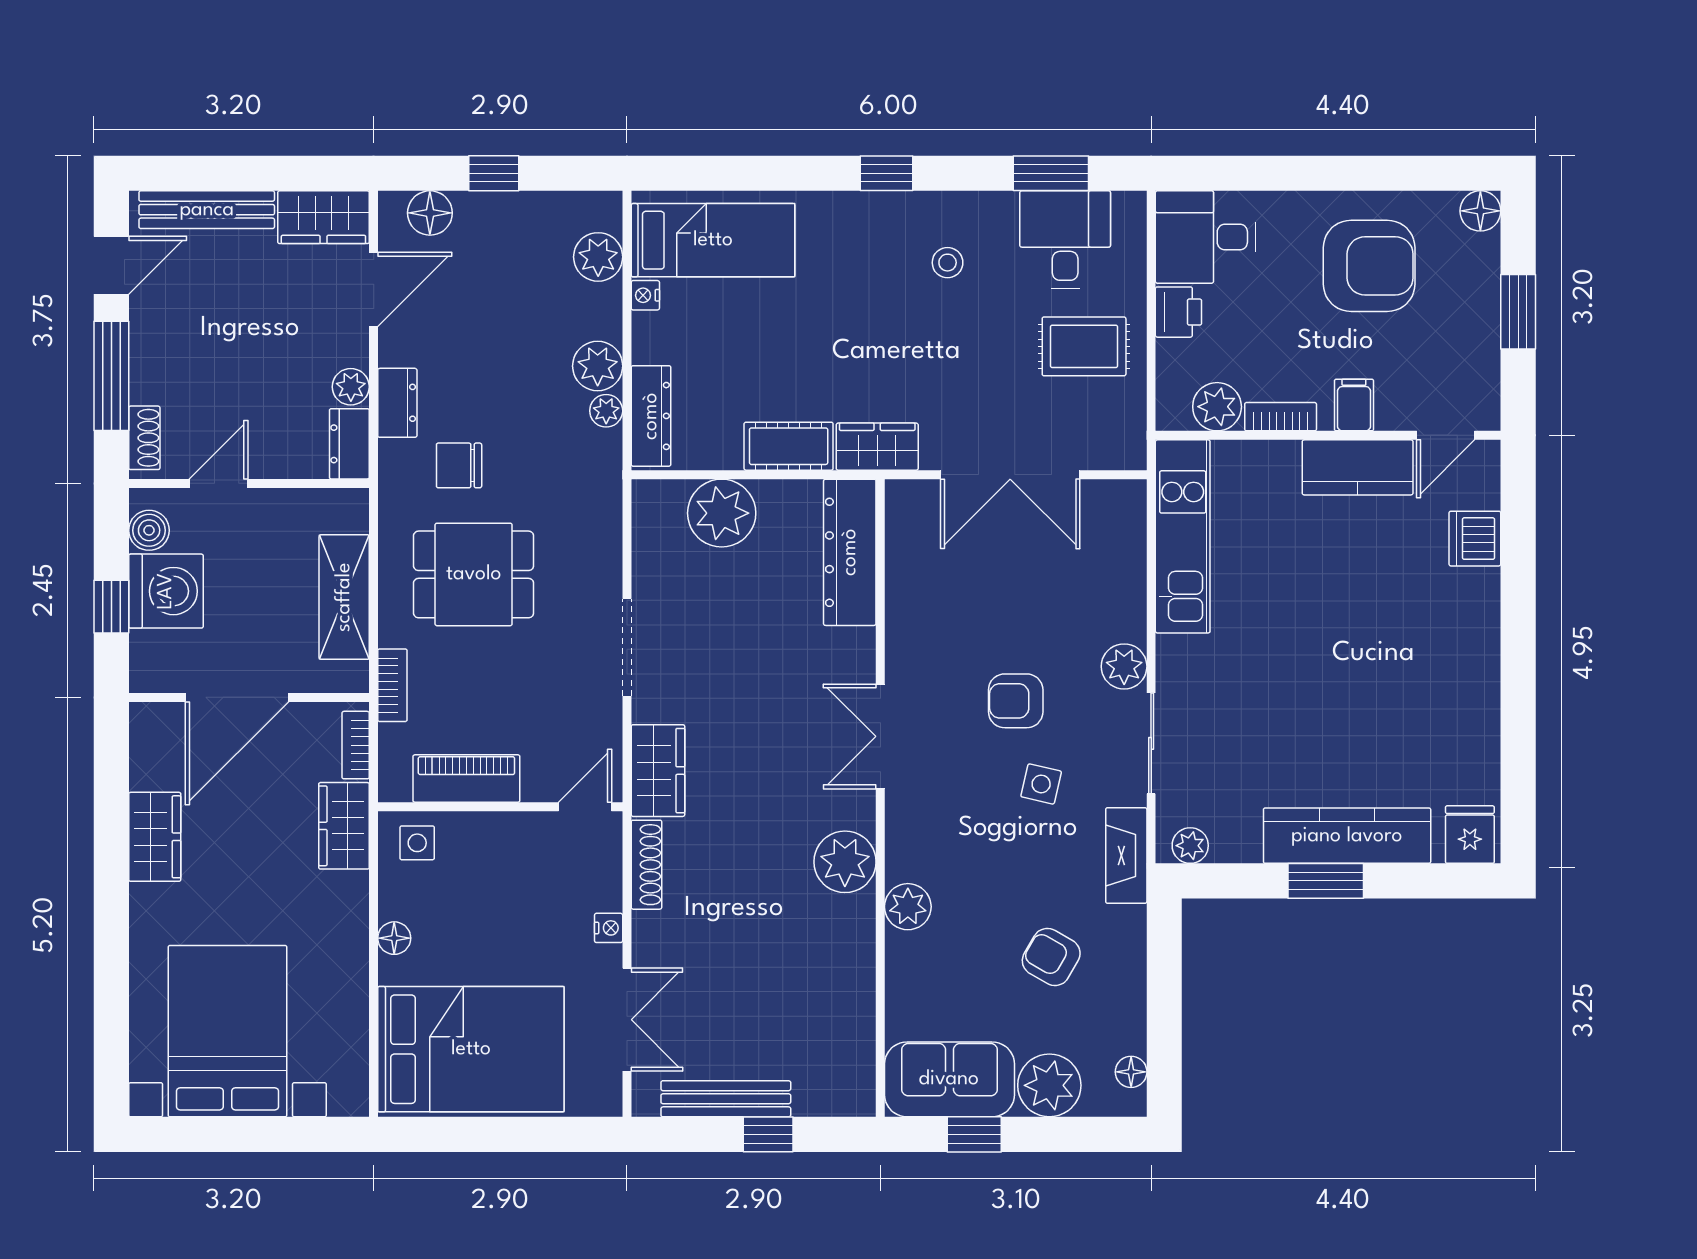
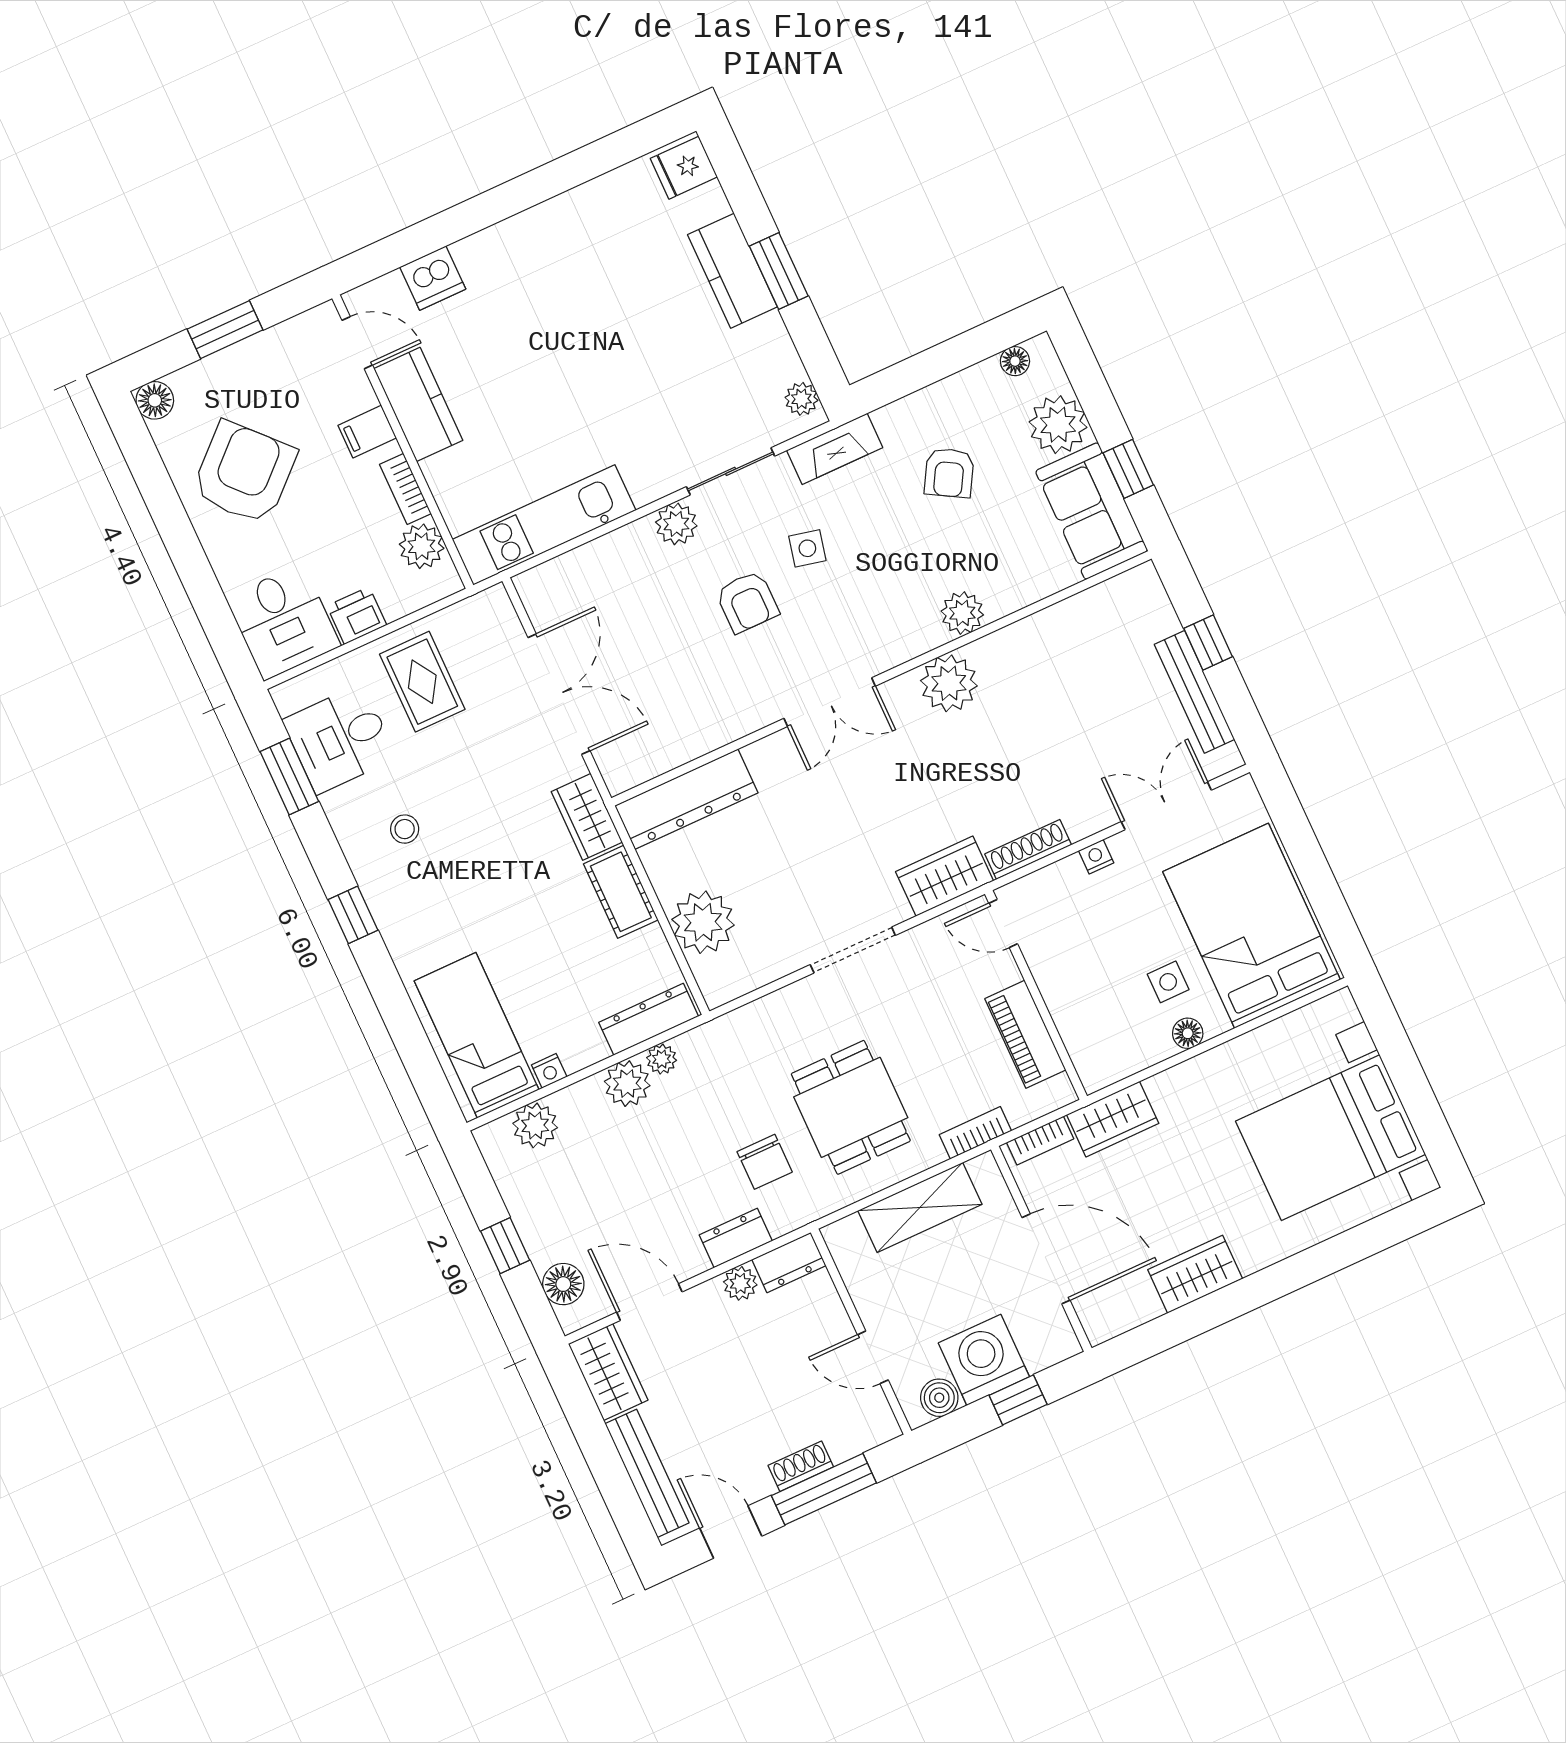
armchair: (1369, 266) -> (244, 473), turned 47
shoe rack: (144, 438) -> (801, 1466), moved
kitchen counter: (1347, 836) -> (732, 271), width x0.67
side table: (417, 843) -> (1168, 982), moved

